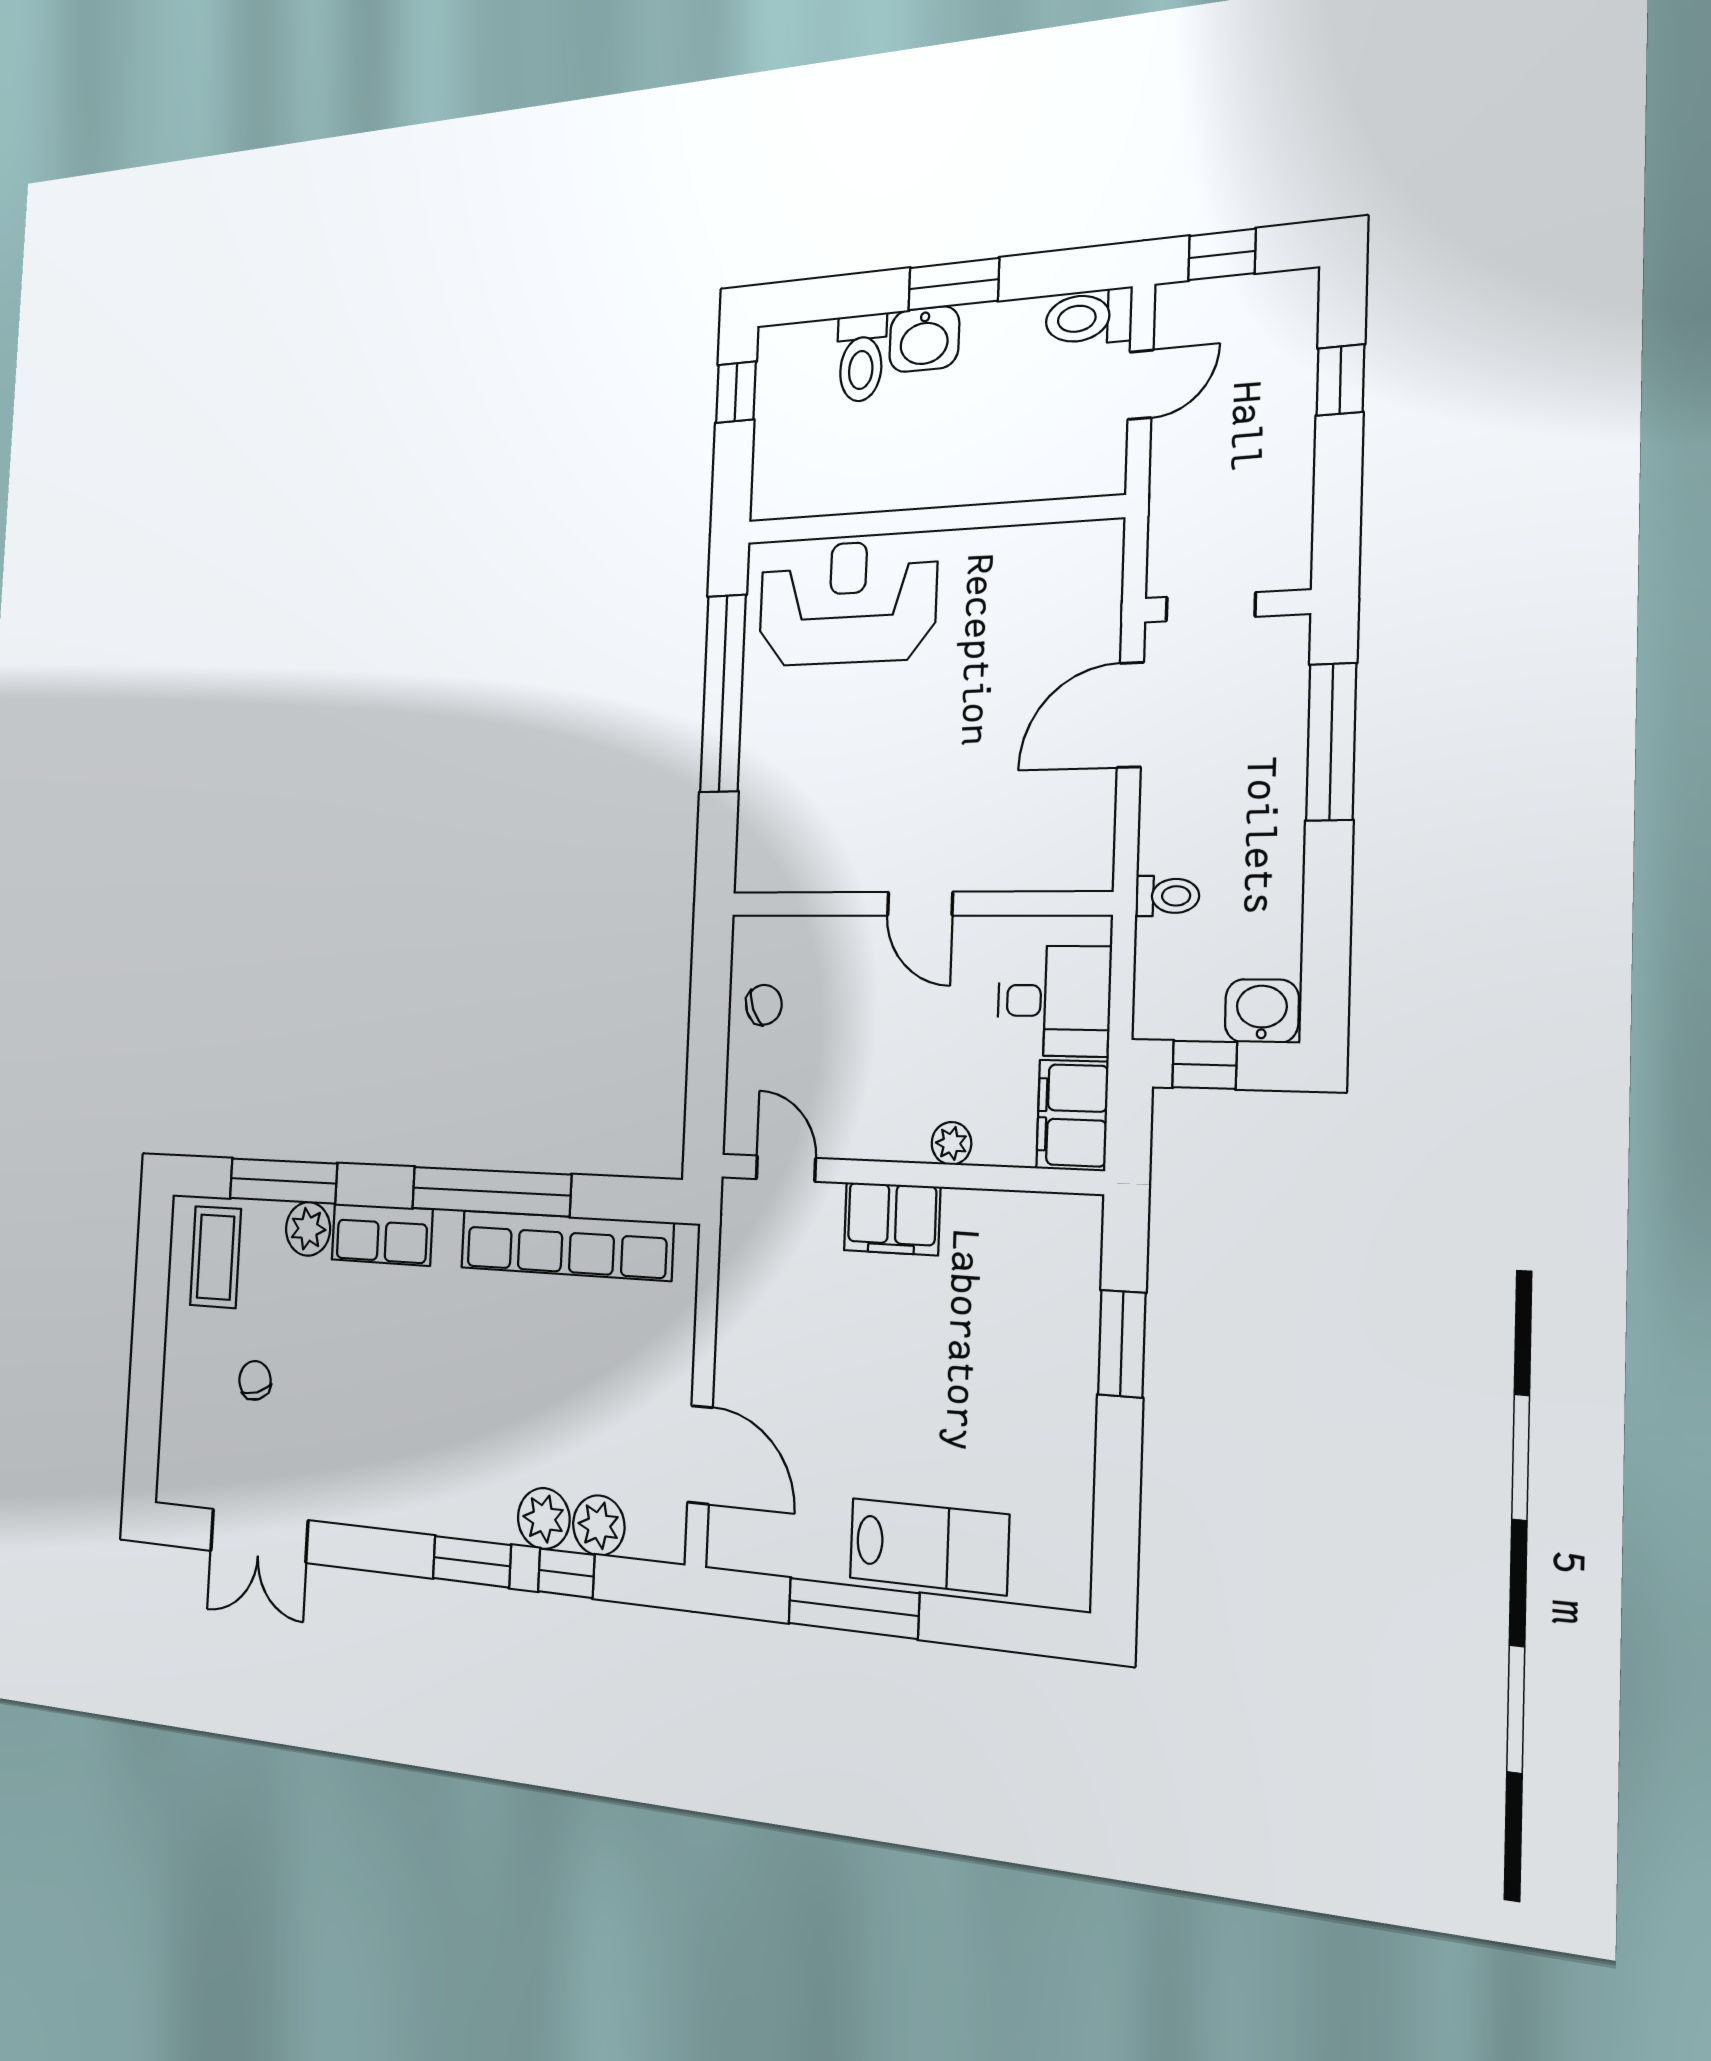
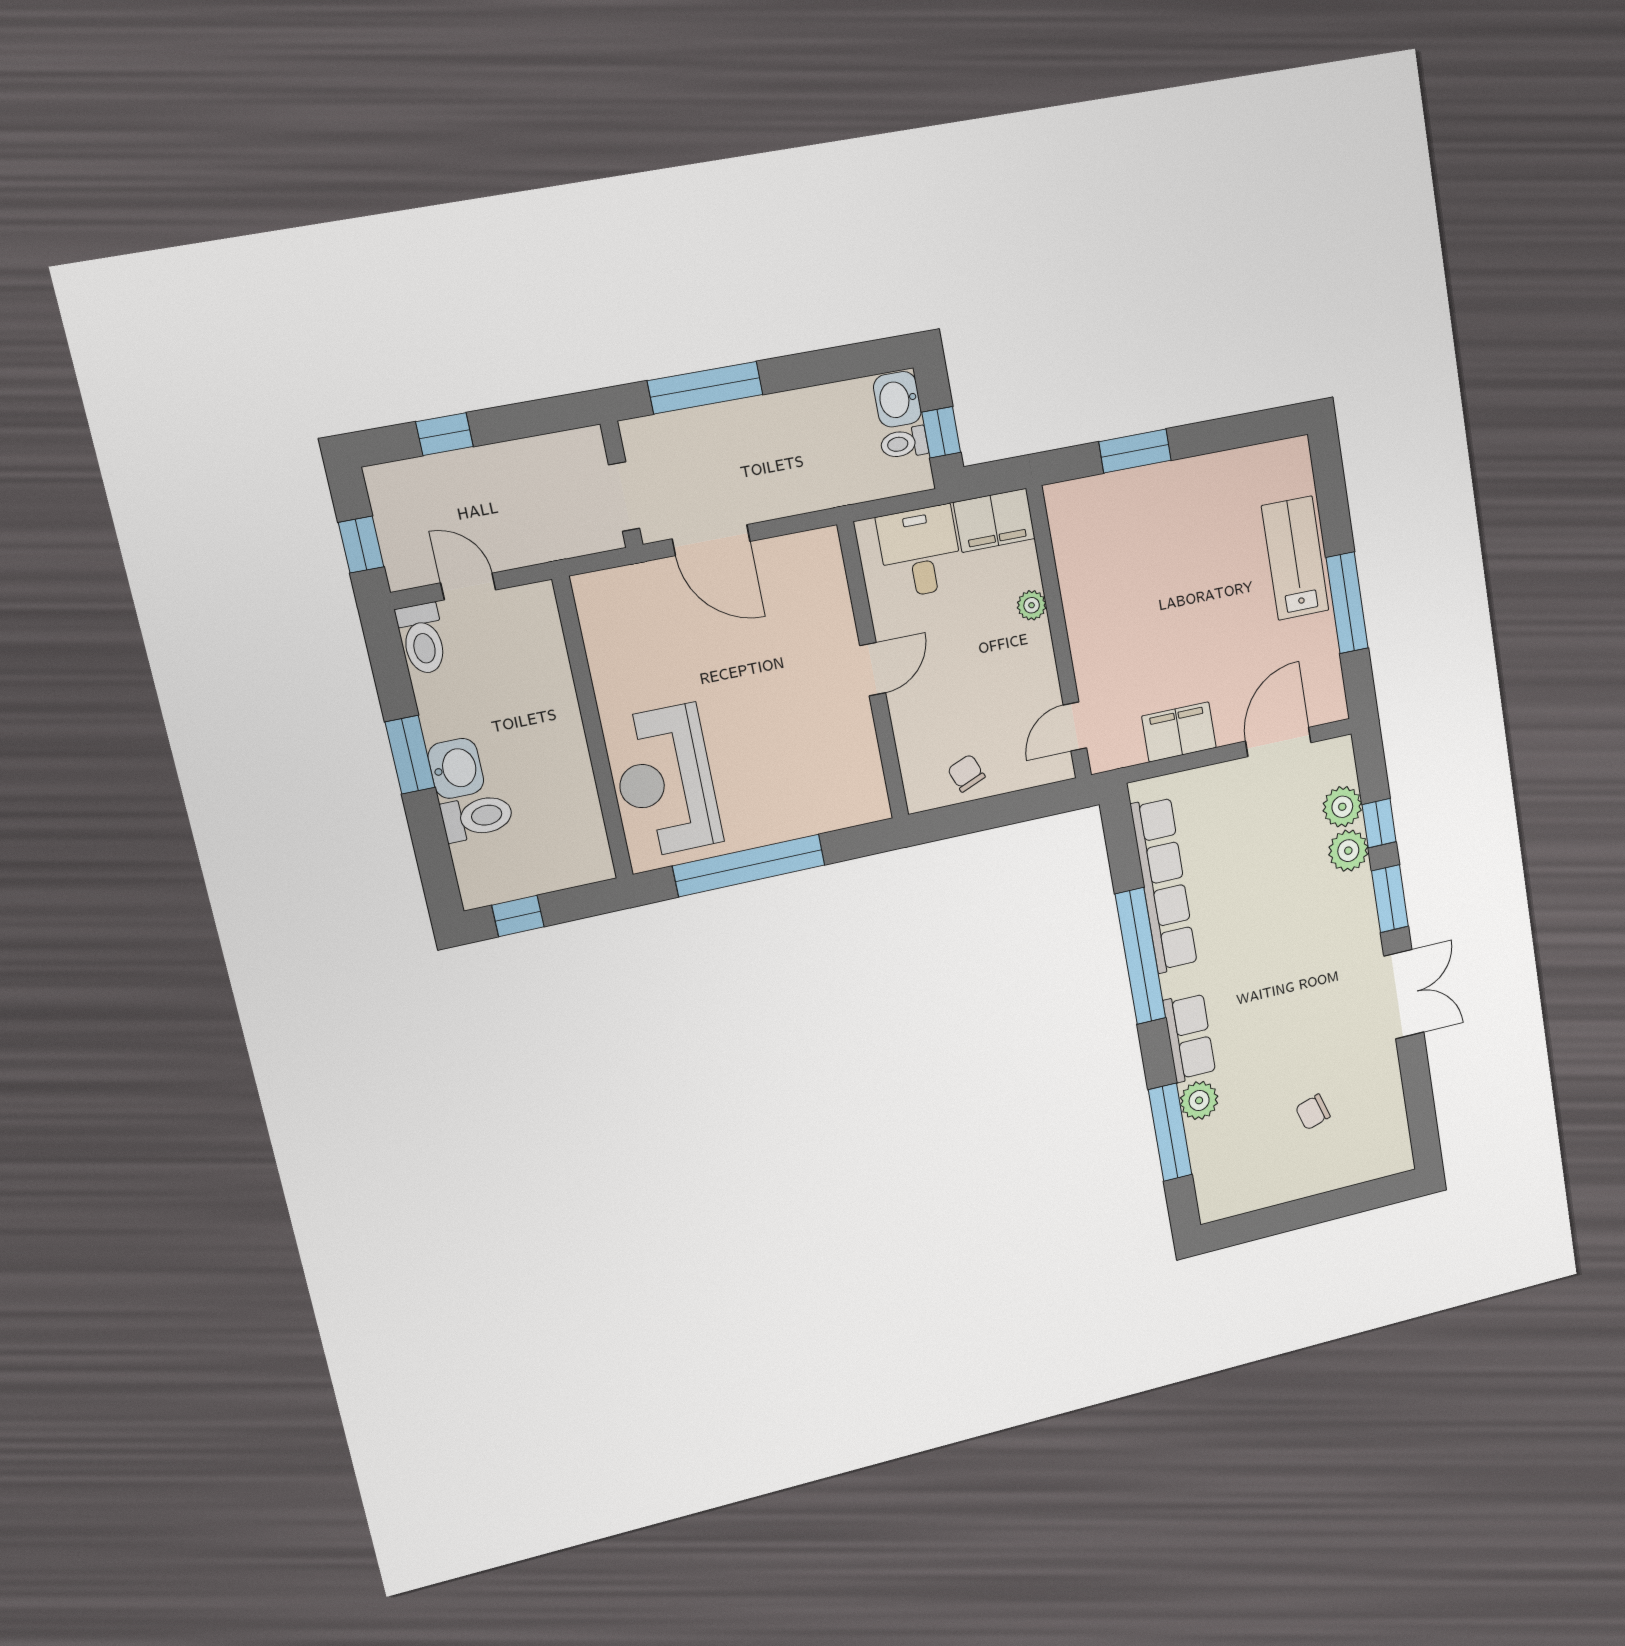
toilet: (1167, 896) -> (904, 443), moved, turned -90
filing cabinet: (892, 1219) -> (1179, 732), moved, turned -90
coffee table: (216, 1257) -> (1236, 1173), removed
double door: (259, 1536) -> (1404, 994), moved

